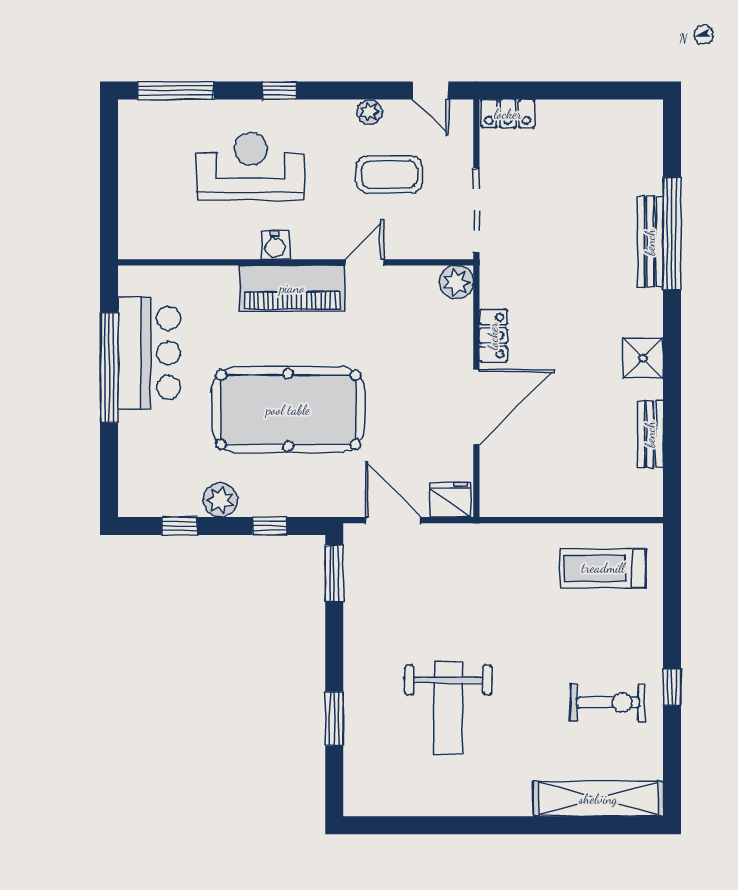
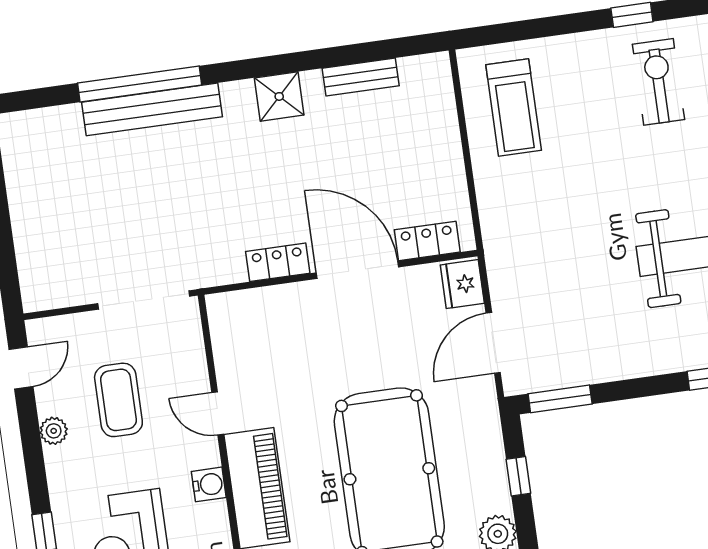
locker: (508, 114) -> (427, 241), moved, turned -90
bench: (650, 242) -> (152, 109), width x1.37, depth x1.21
water cooler: (275, 245) -> (209, 484), moved
plant: (456, 282) -> (225, 311), removed

